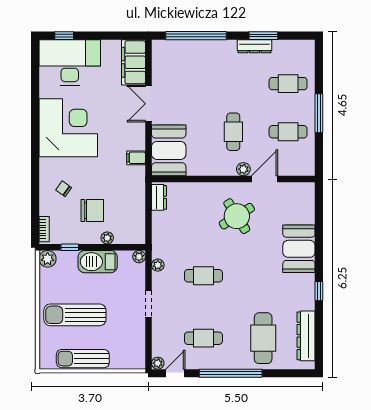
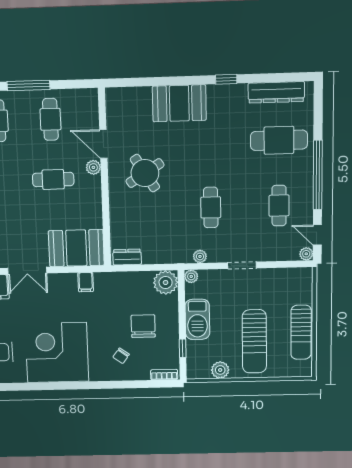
plant: (107, 238) -> (166, 282), moved, width x1.87, depth x1.87
plant: (48, 259) -> (220, 370), moved

